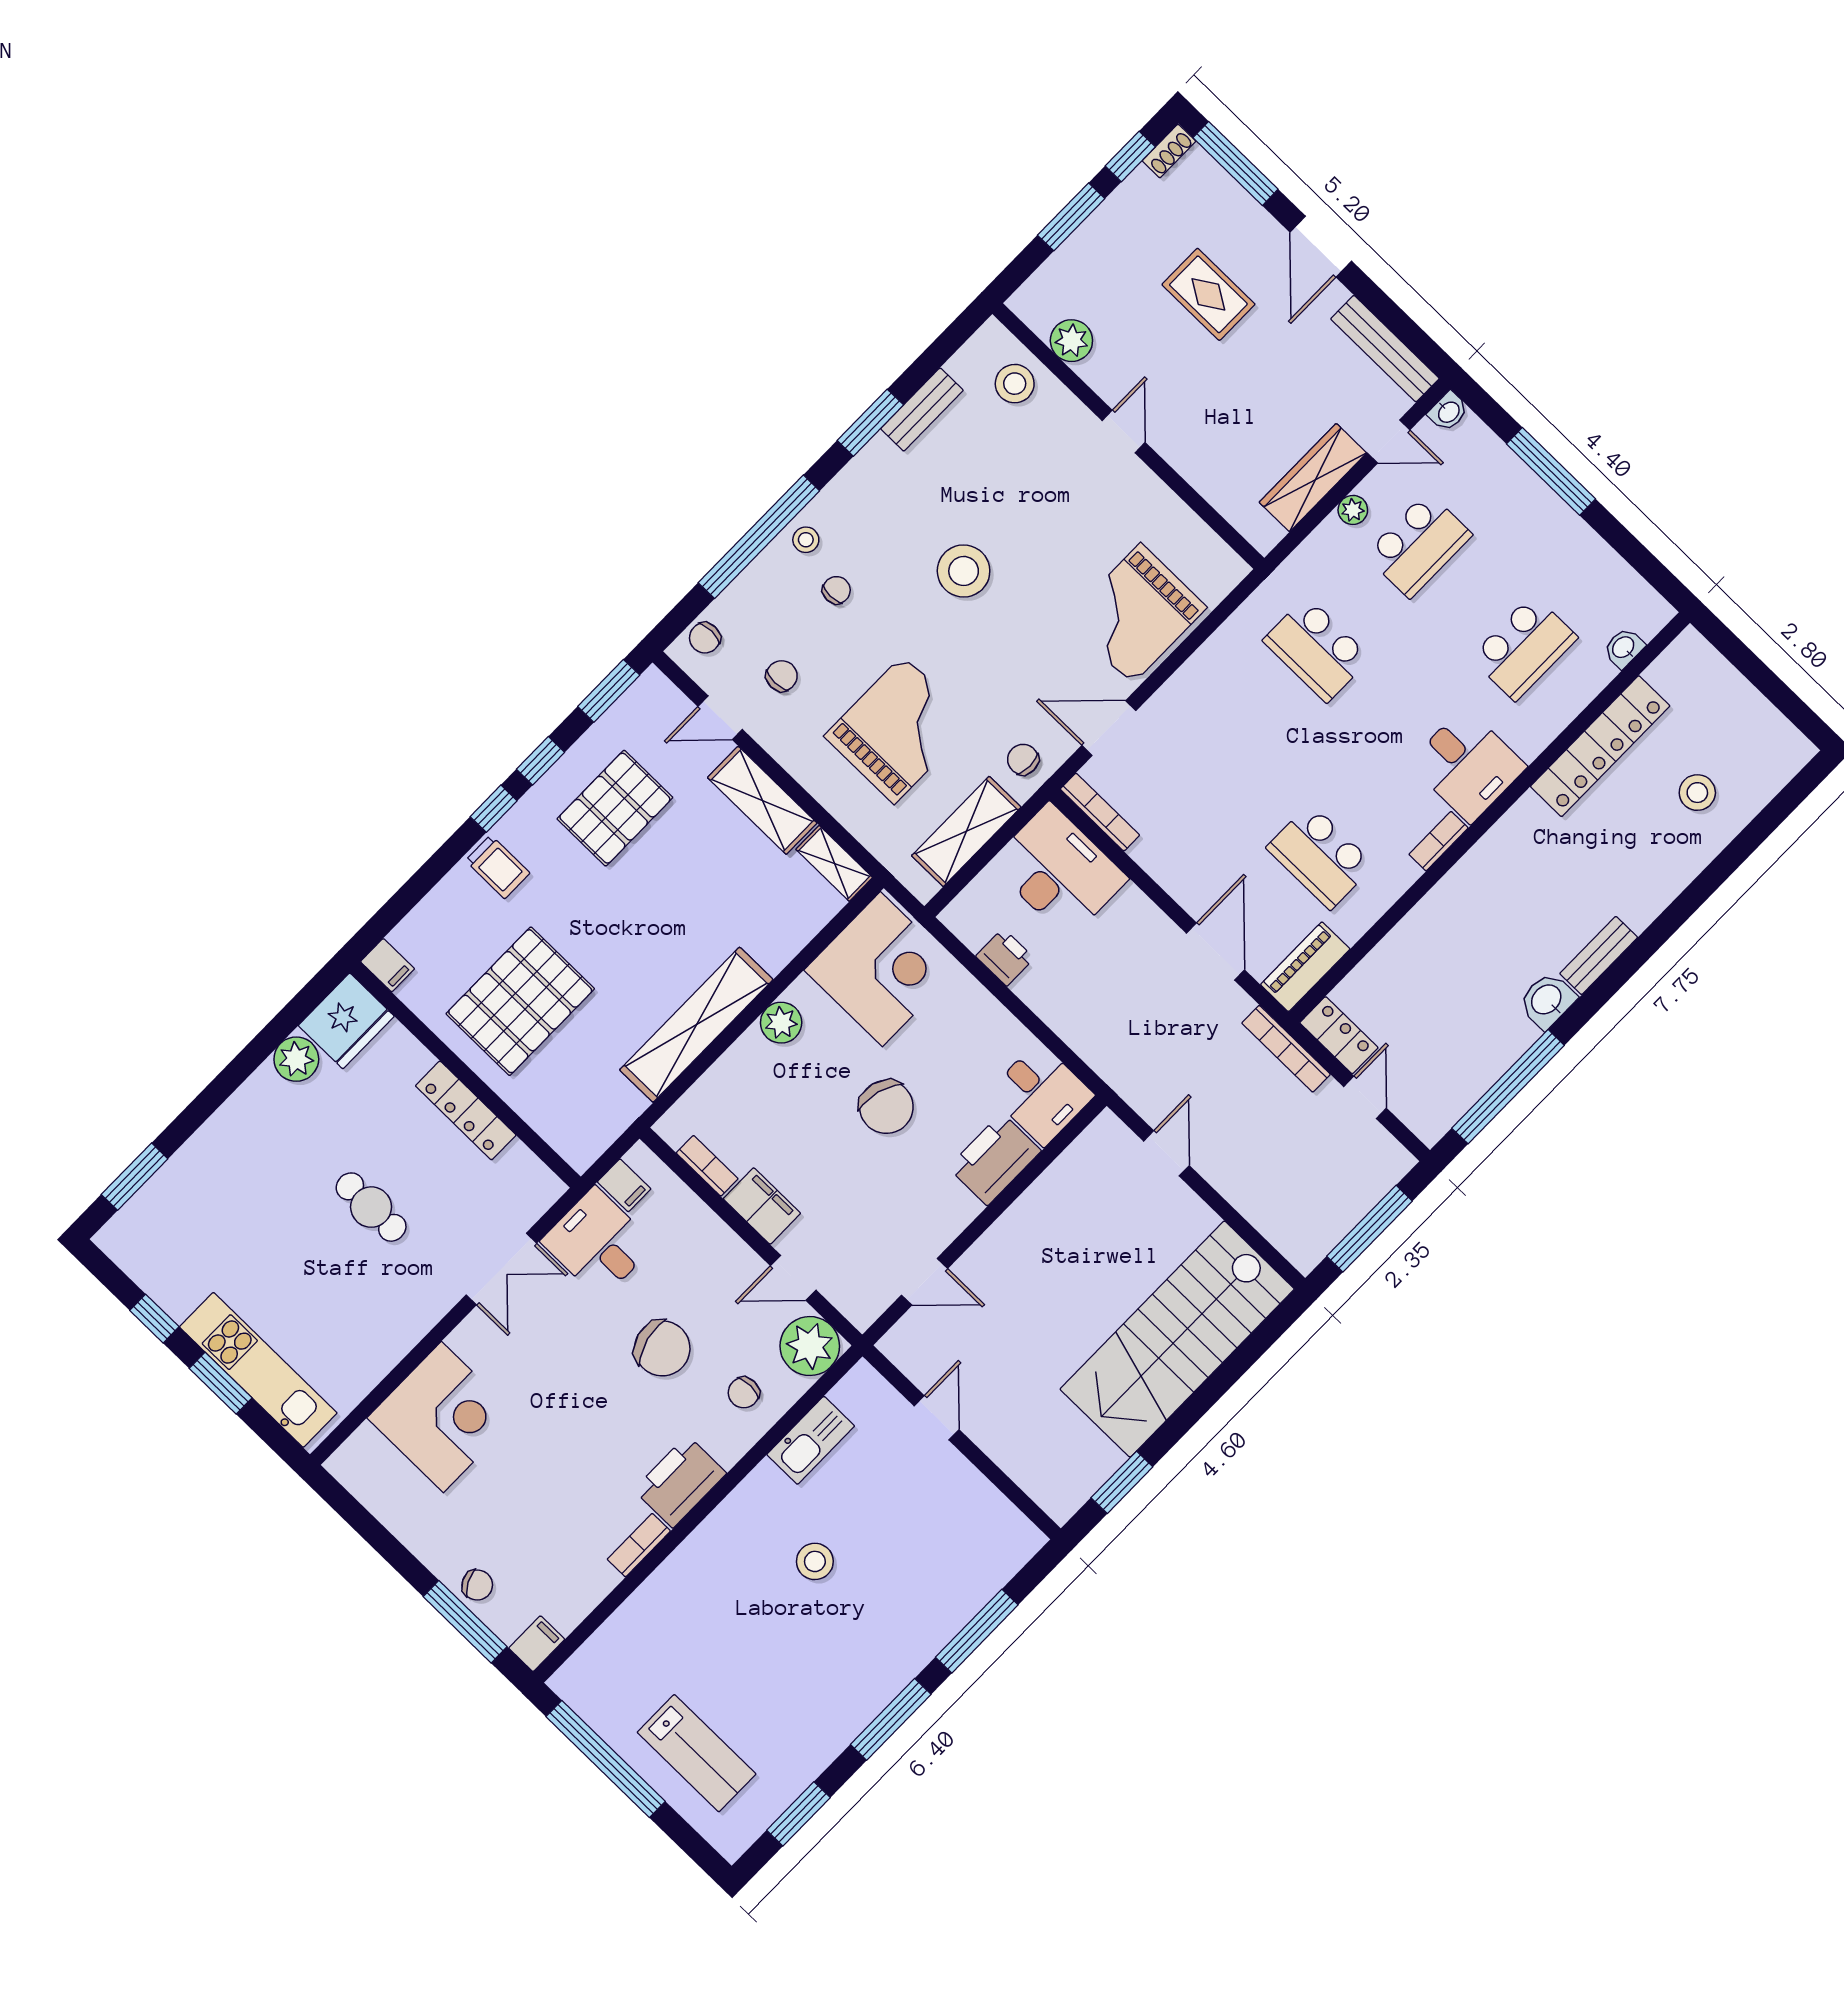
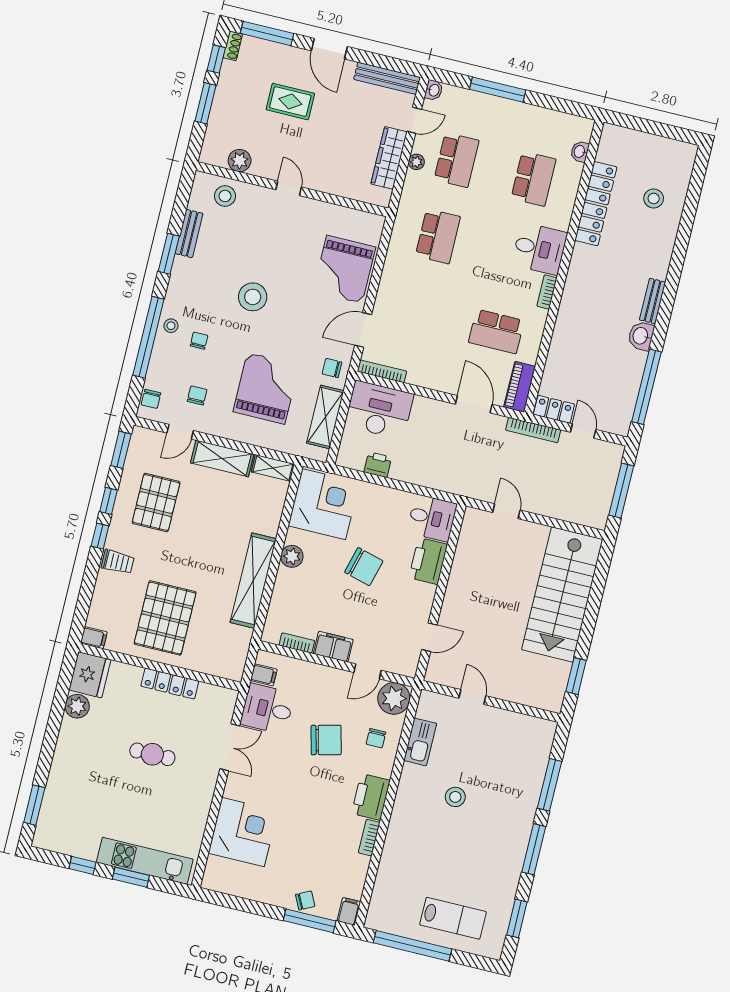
school desk: (1317, 649) -> (438, 236), turned -90

